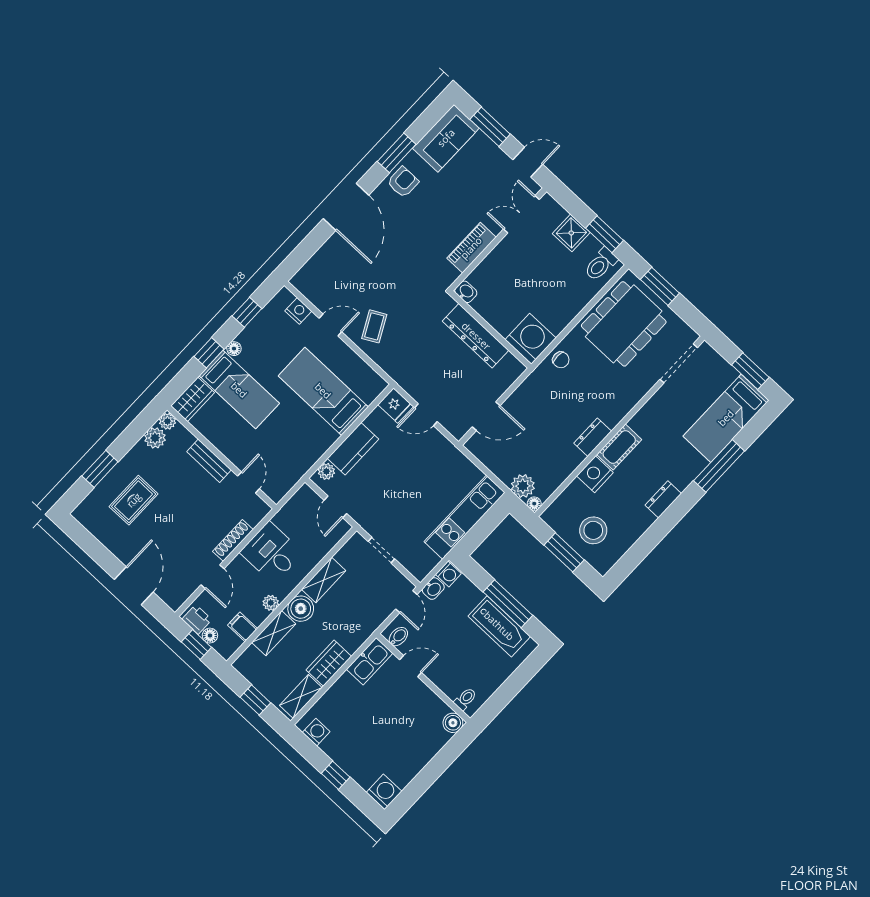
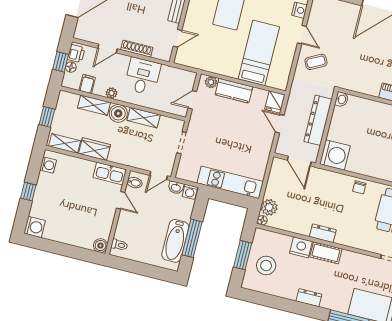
washbasin: (466, 292) -> (342, 99), moved
wall: (490, 329) -> (327, 127), moved
dresser: (476, 336) -> (318, 120), moved
washing machine: (531, 339) -> (335, 155), moved

